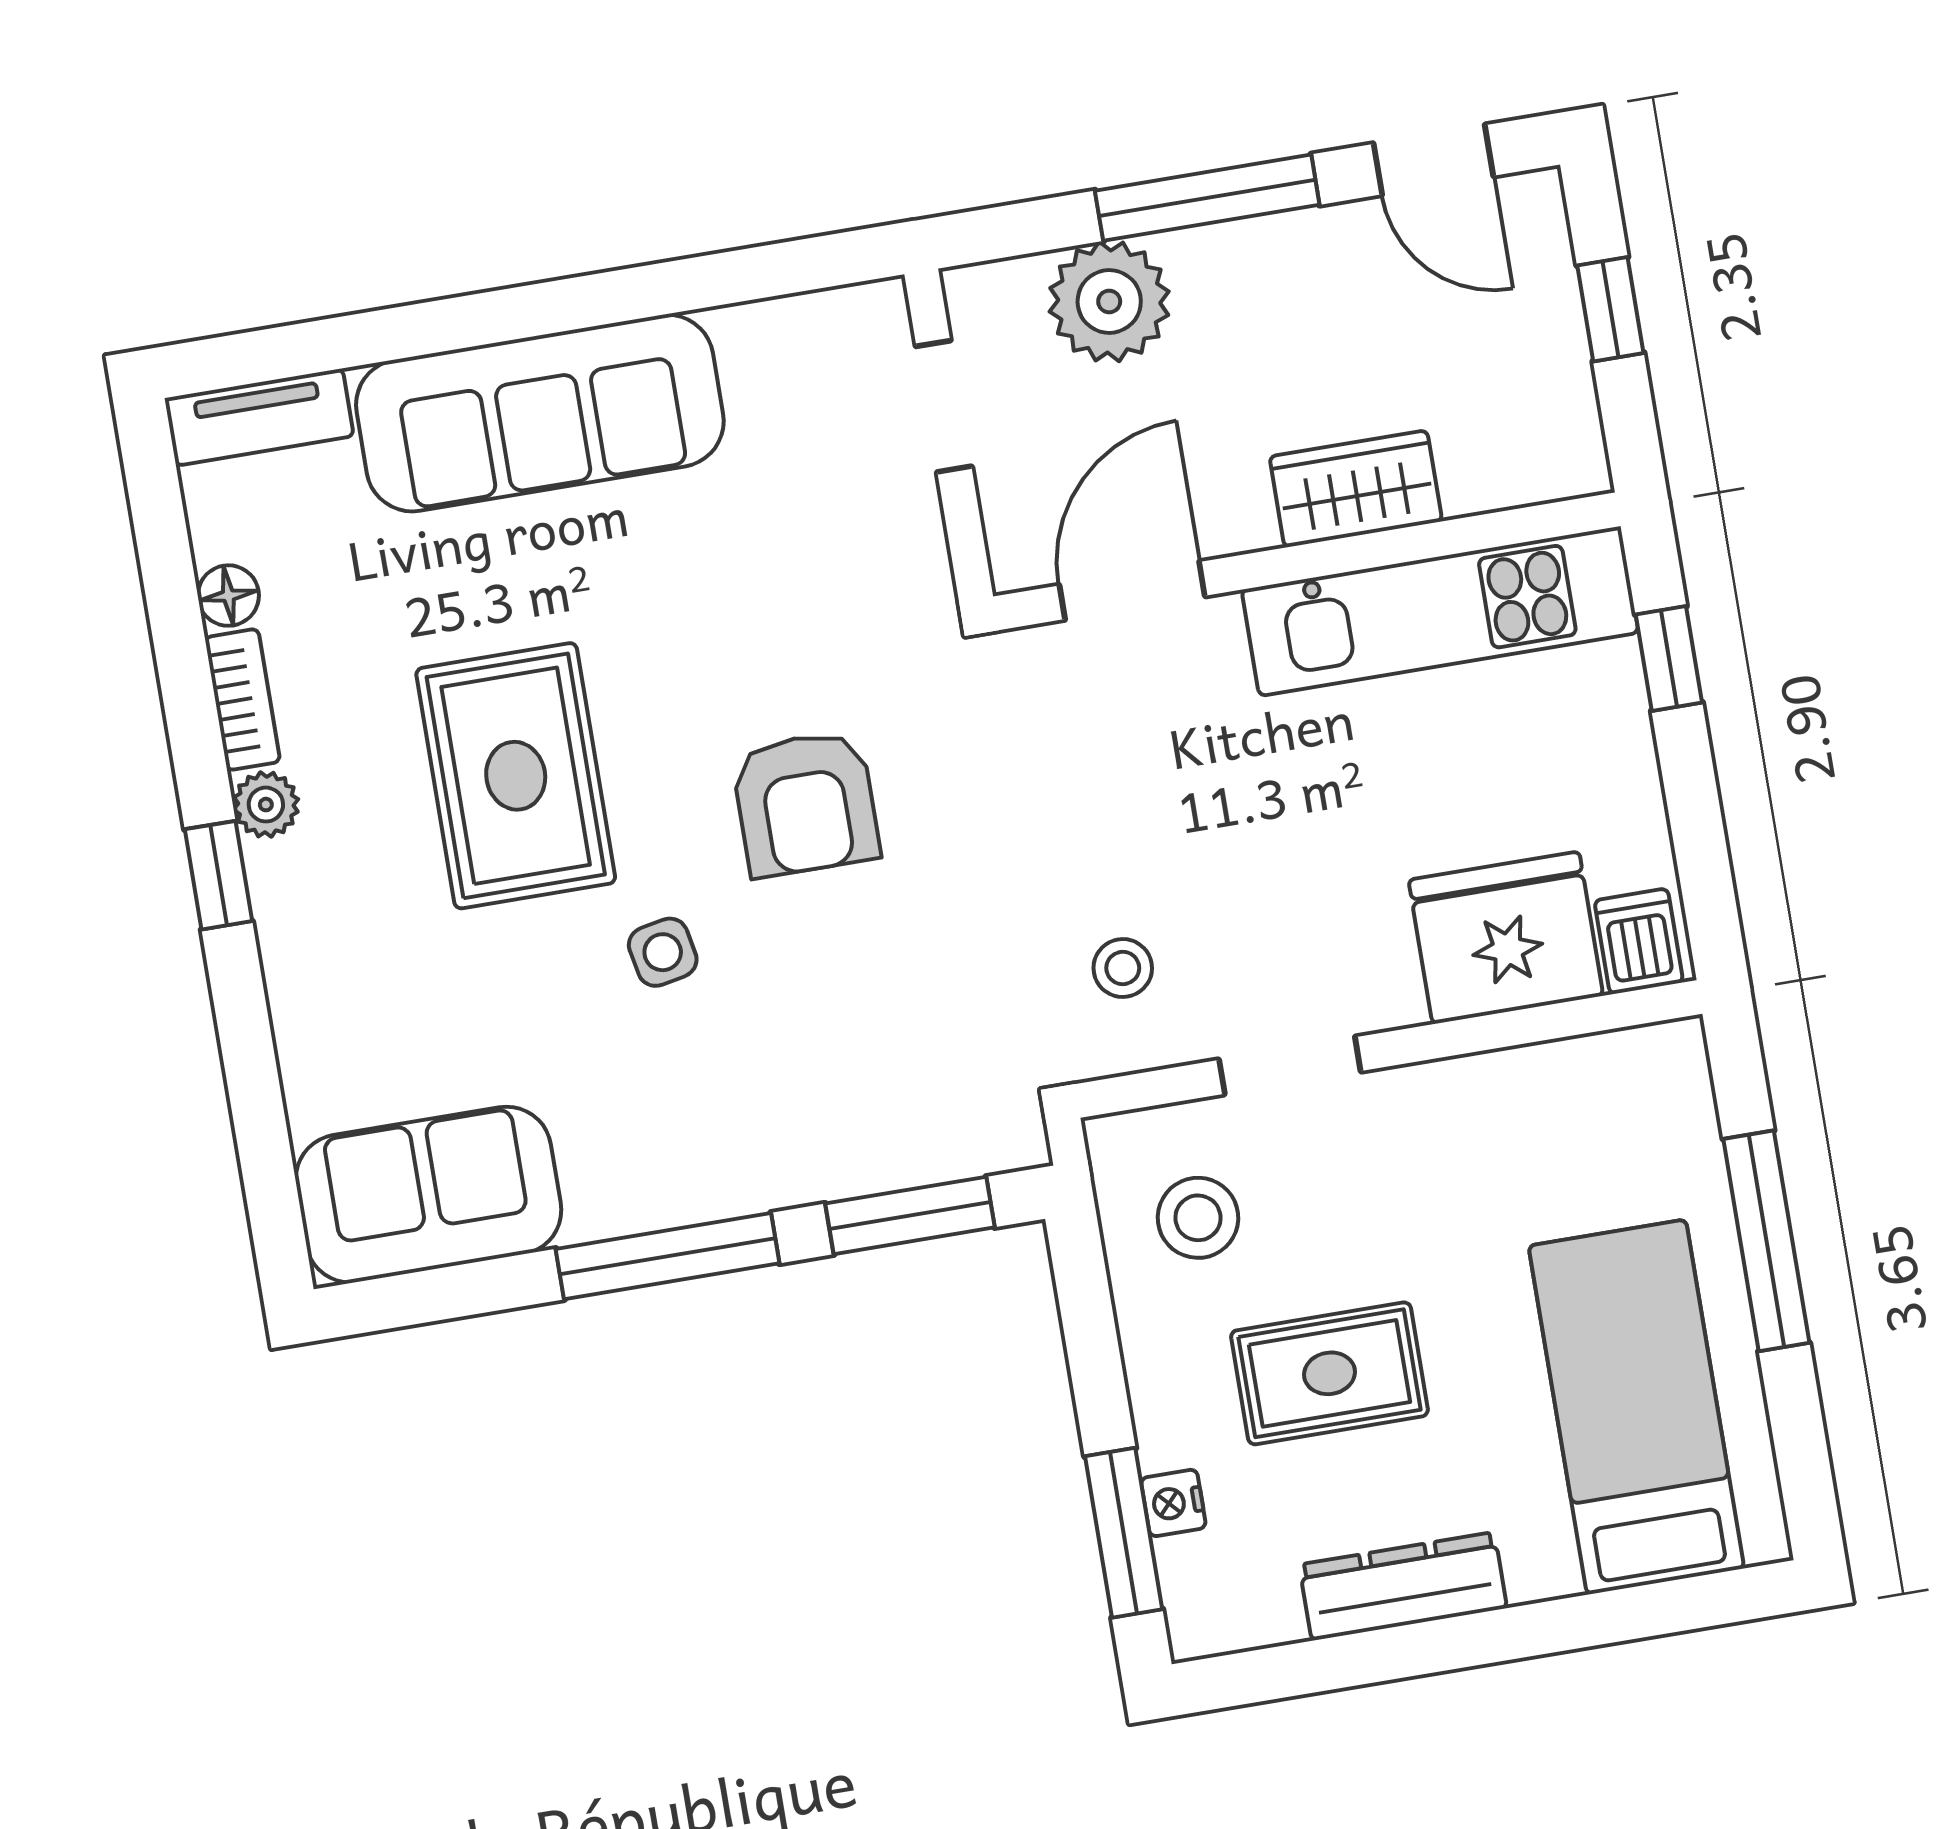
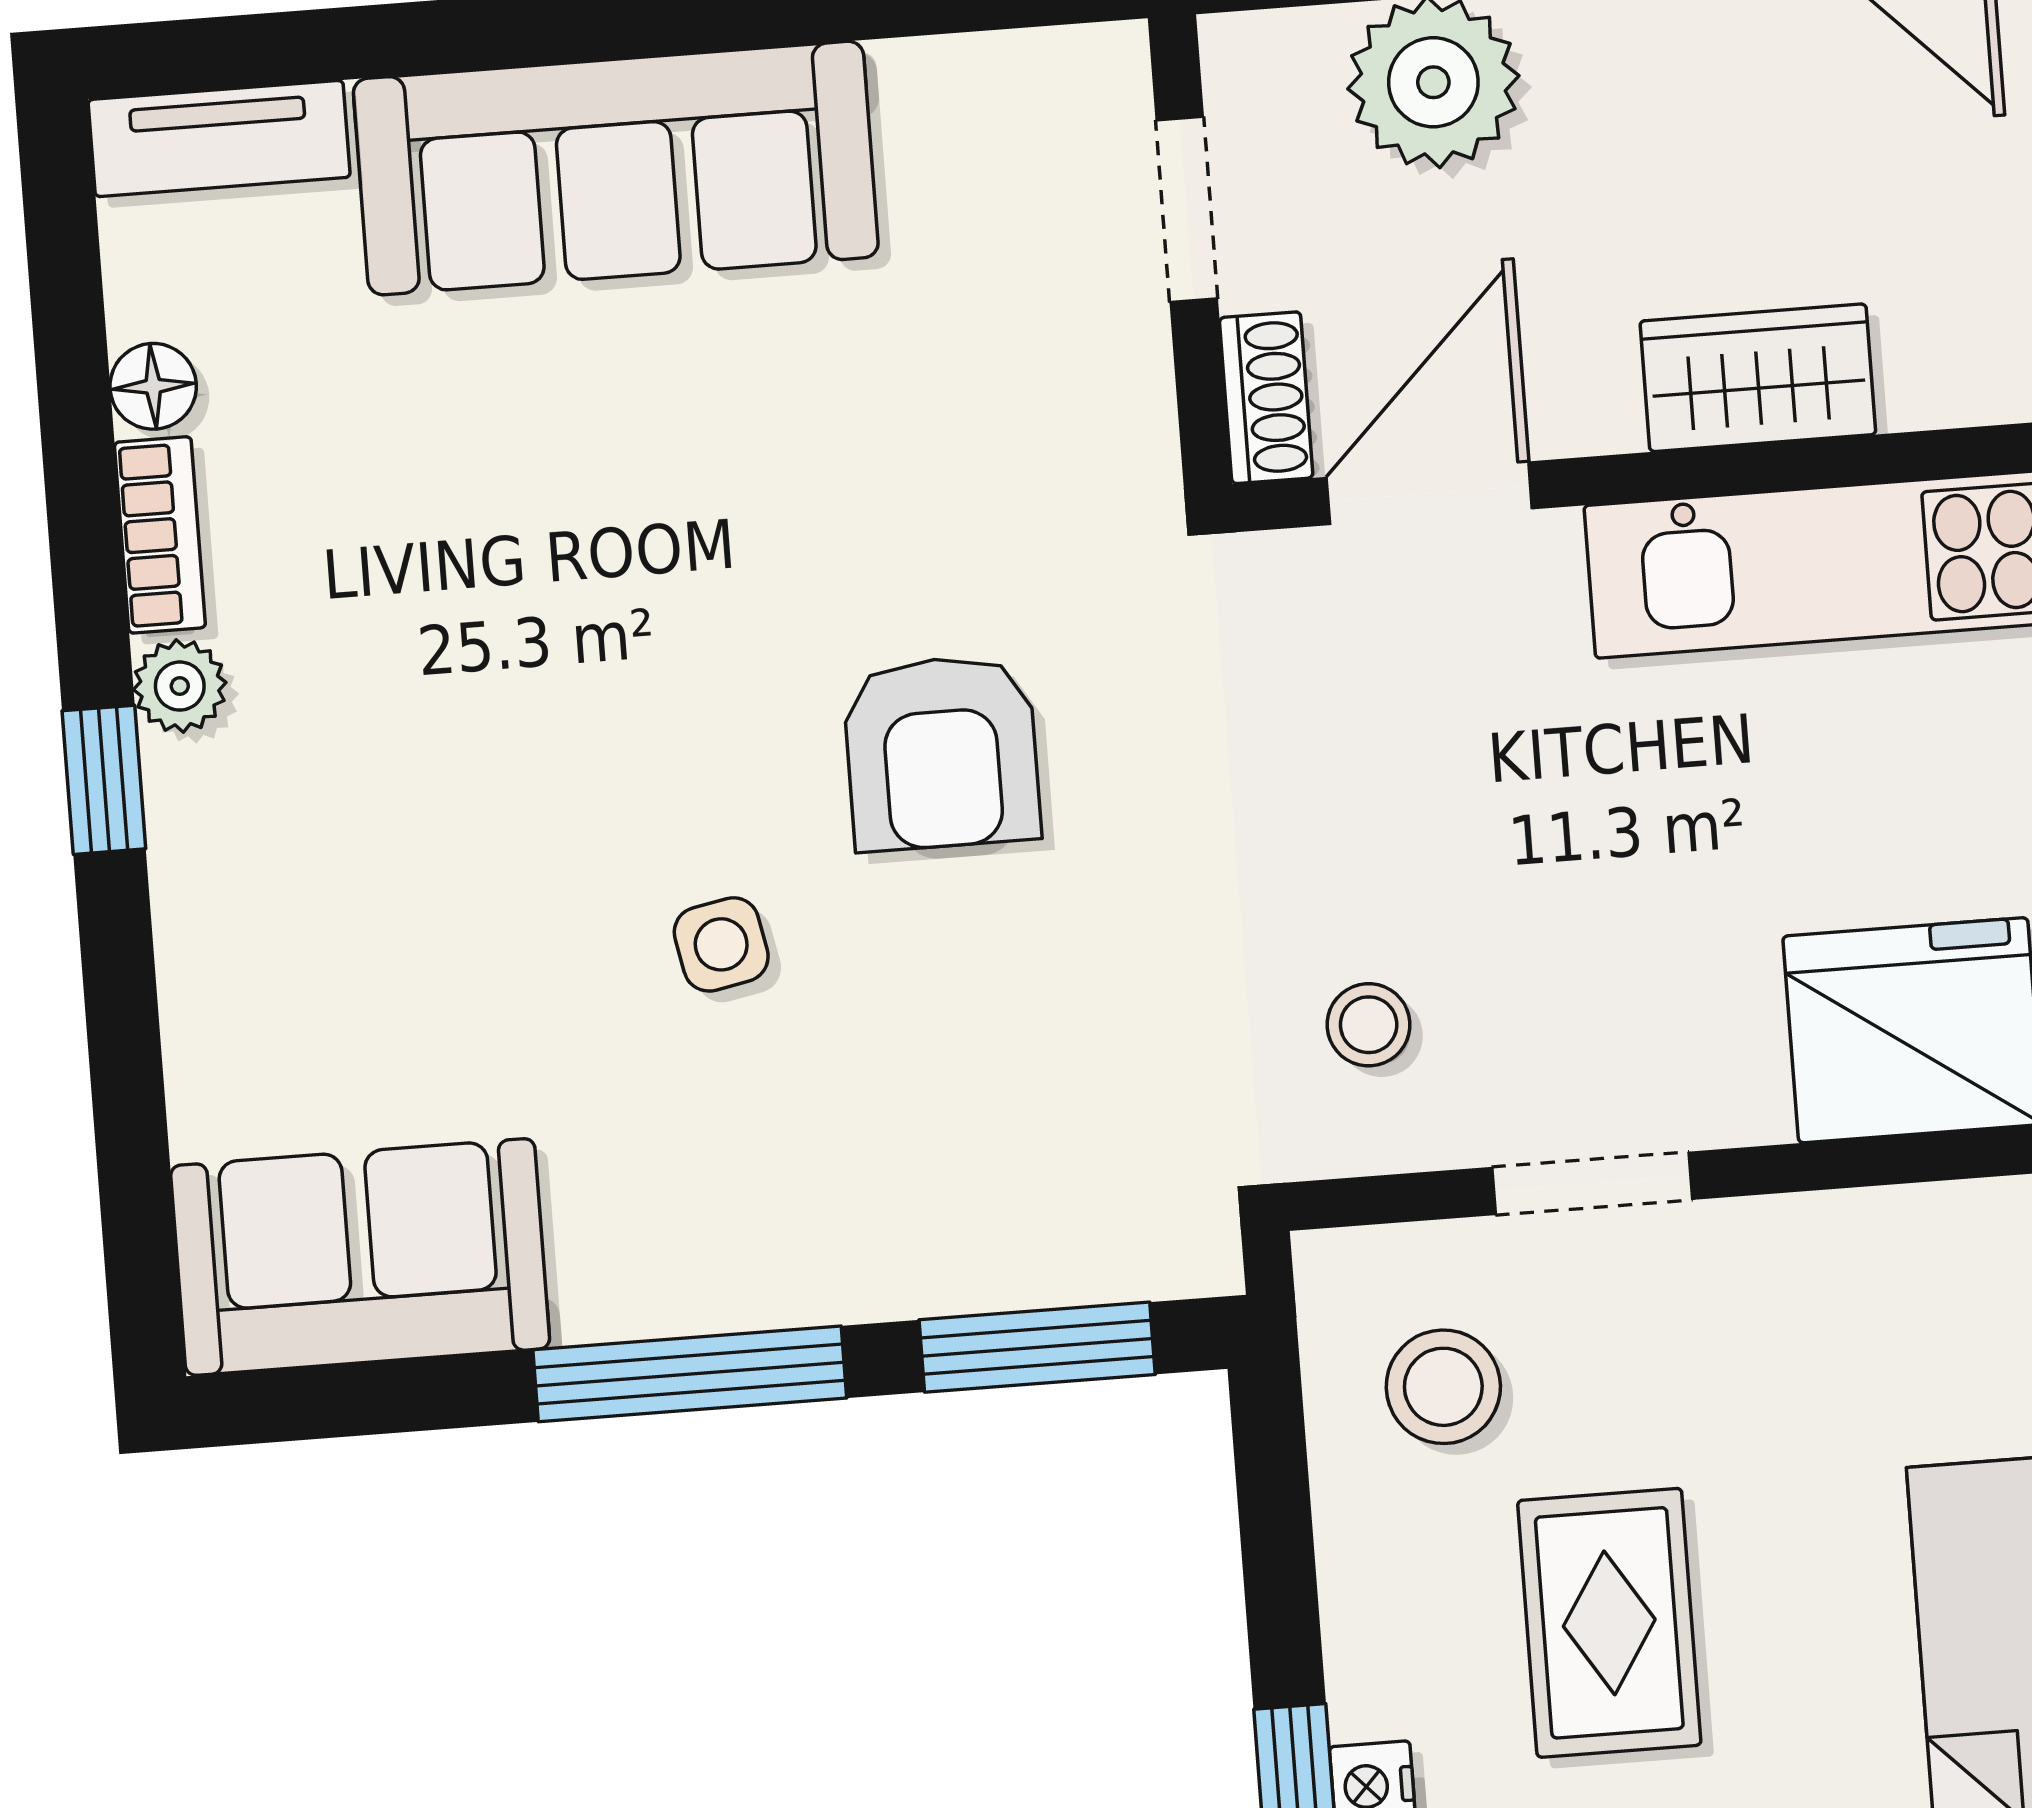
shoe rack: (1011, 534) -> (1266, 398), added
rug: (516, 776) -> (536, 677), removed
rug: (1329, 1373) -> (1609, 1623), turned 90

